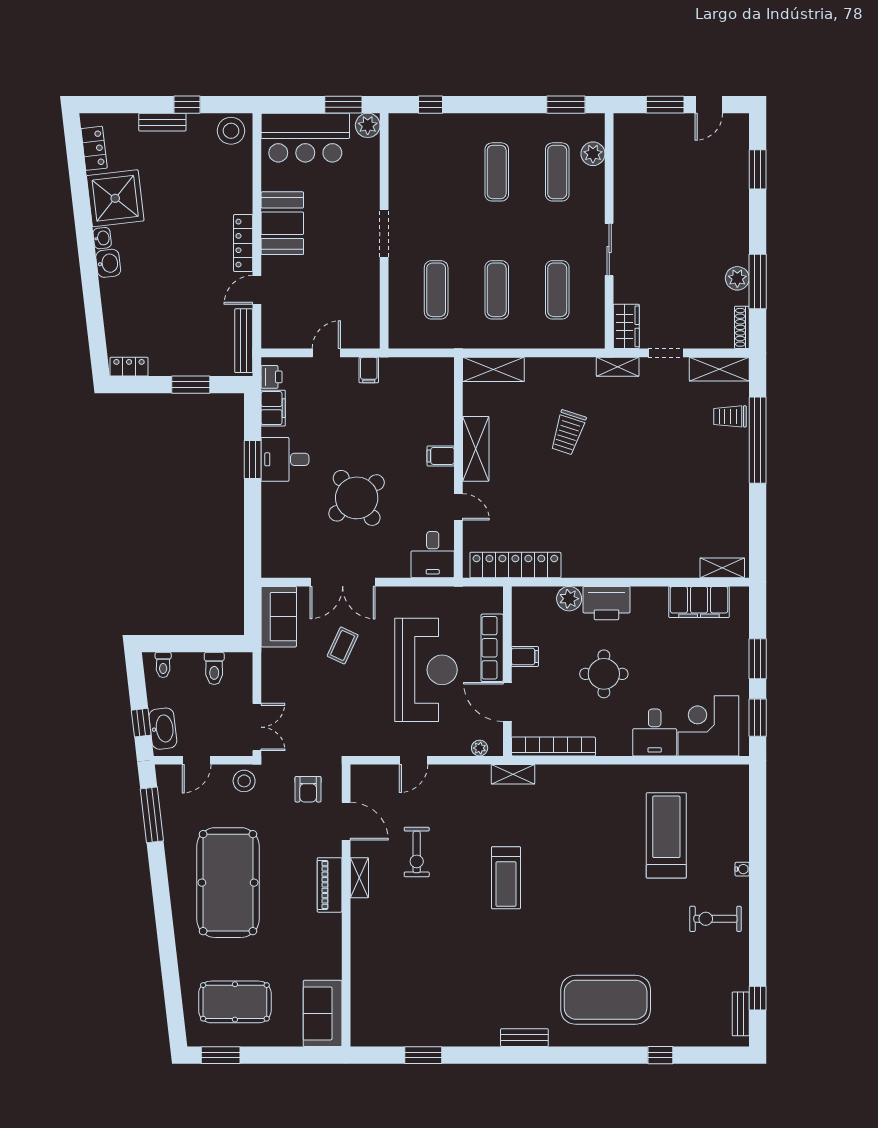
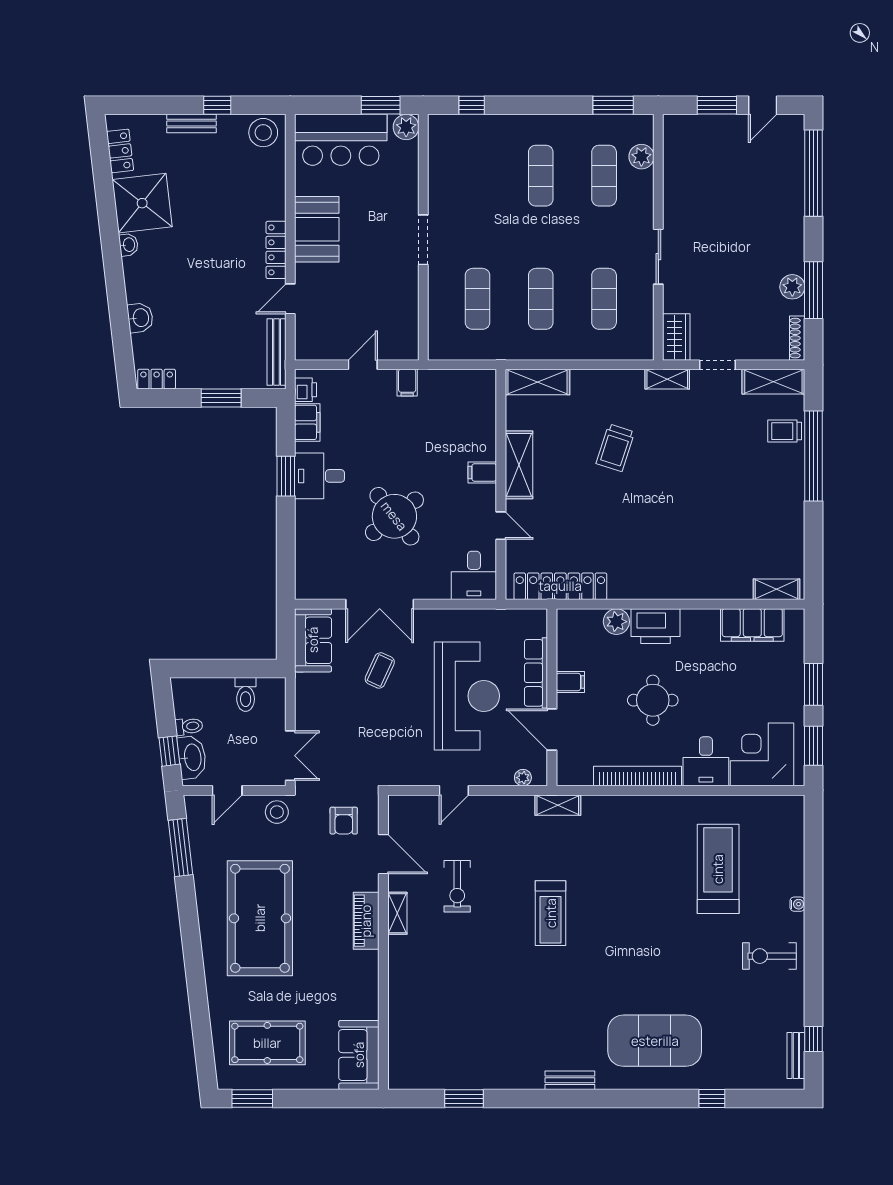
window: (758, 169) -> (814, 173), width x2.11
washbasin: (108, 263) -> (140, 318), moved
toilet: (163, 665) -> (189, 726), moved, turned -97
bookcase: (553, 746) -> (638, 776), moved

